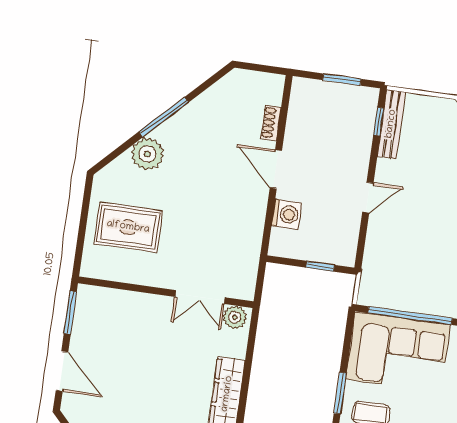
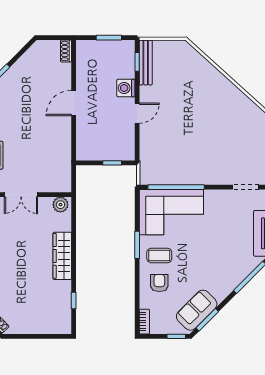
shoe rack: (271, 123) -> (66, 51), moved
door: (276, 169) -> (74, 103), hinge flipped
washing machine: (286, 214) -> (126, 88), moved, turned 180
double door: (200, 297) -> (21, 195), moved

